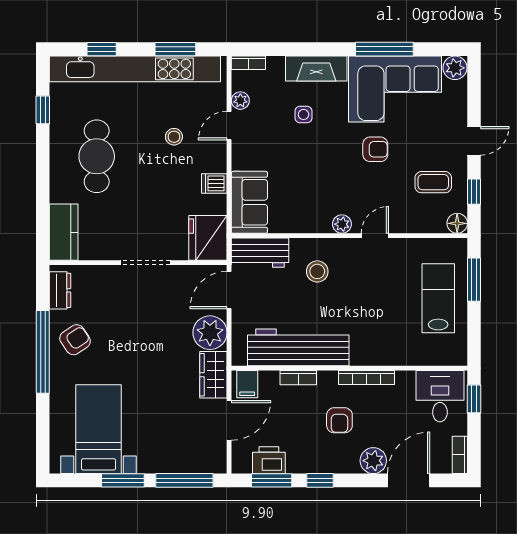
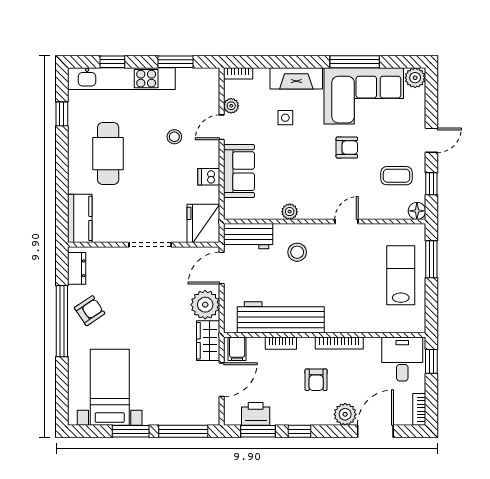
kitchen unit: (135, 69) -> (121, 79), width x0.73
sofa: (249, 202) -> (239, 171), moved
plant: (342, 224) -> (290, 212), moved

